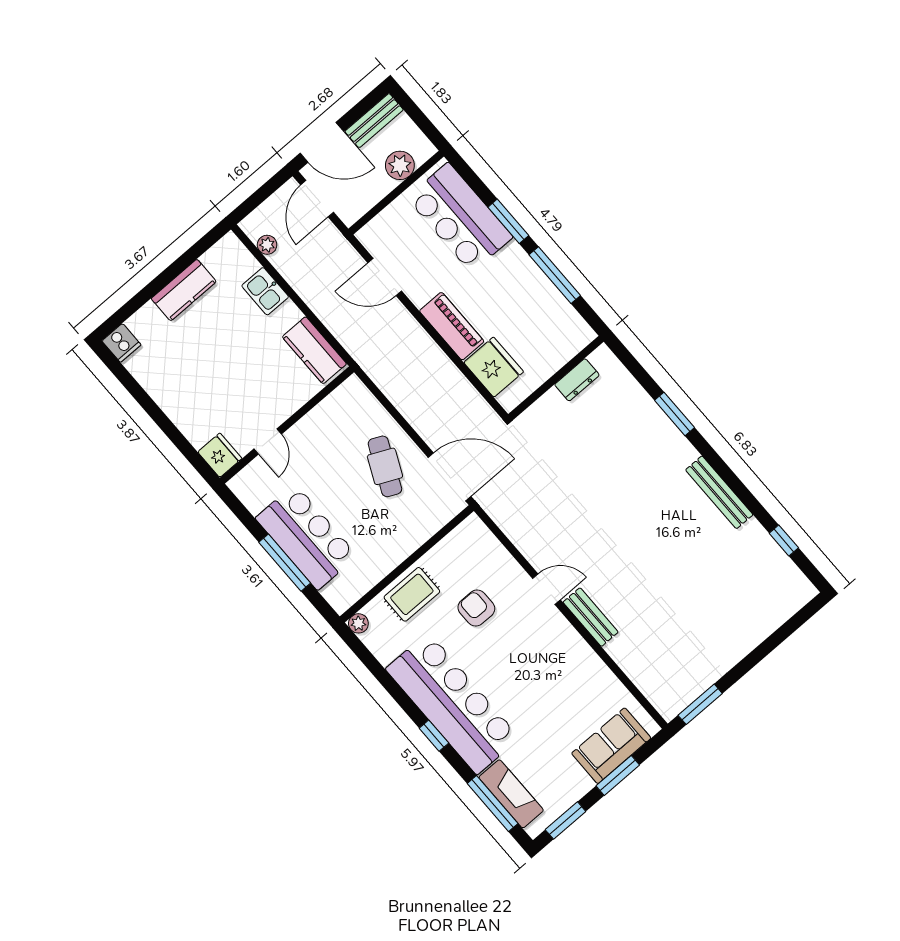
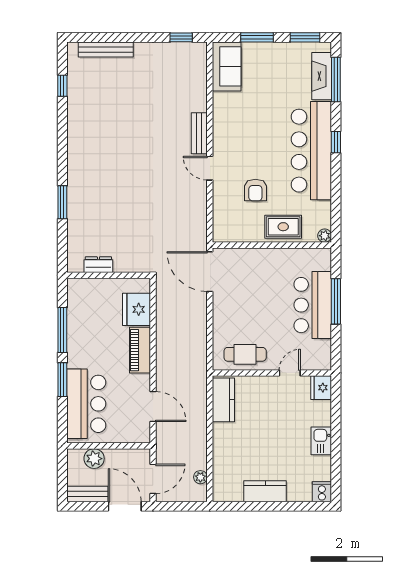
kitchen sink: (265, 291) -> (321, 441), moved, turned 180
cafe table: (385, 466) -> (245, 354), moved, turned 65
bench: (719, 492) -> (106, 49), moved, turned 90
window: (700, 704) -> (181, 37), width x0.67
sofa: (611, 746) -> (227, 66), moved, turned -90

